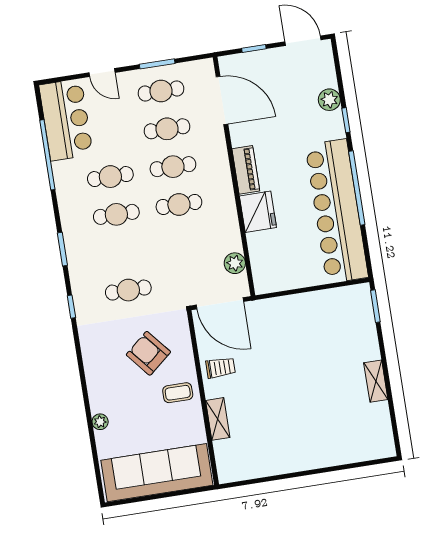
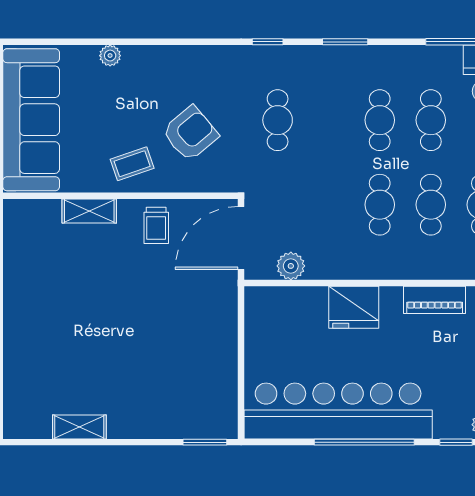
piano: (246, 170) -> (435, 300), moved
shelving: (376, 381) -> (79, 427), moved
coffee table: (178, 393) -> (132, 164), turned 71

